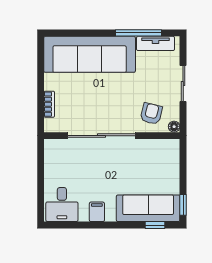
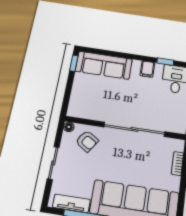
armchair: (151, 114) -> (87, 141), turned -71
window: (155, 225) -> (165, 62), moved

